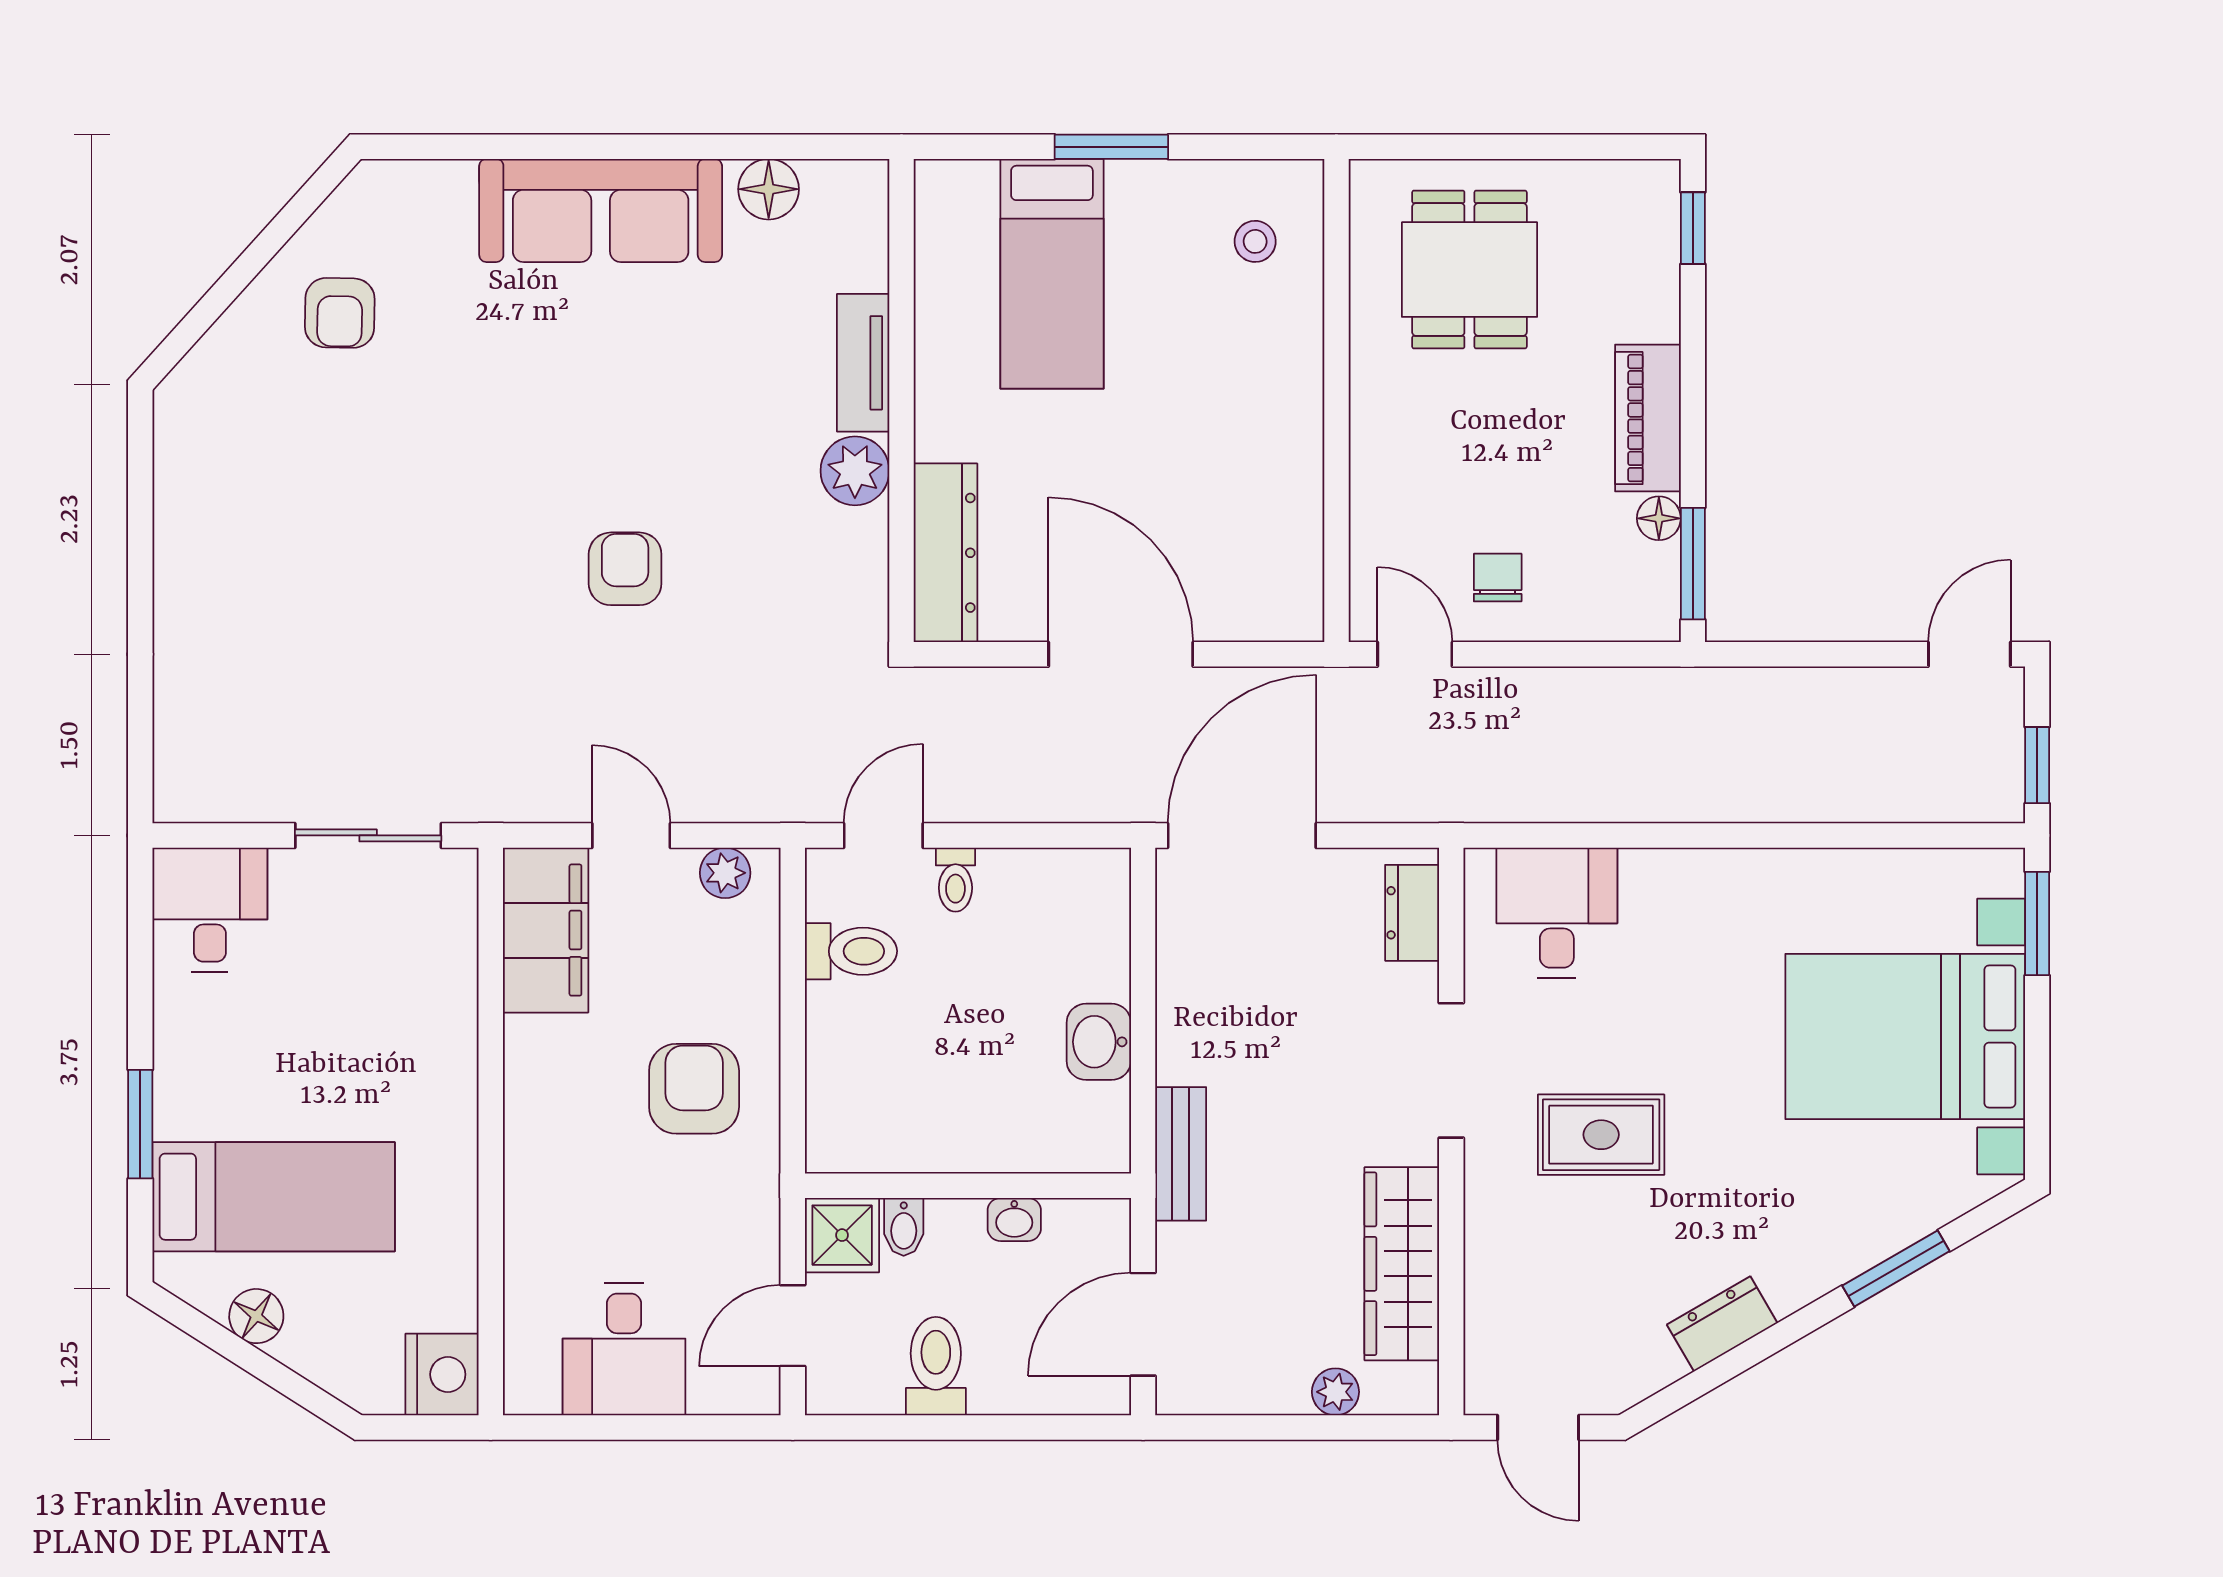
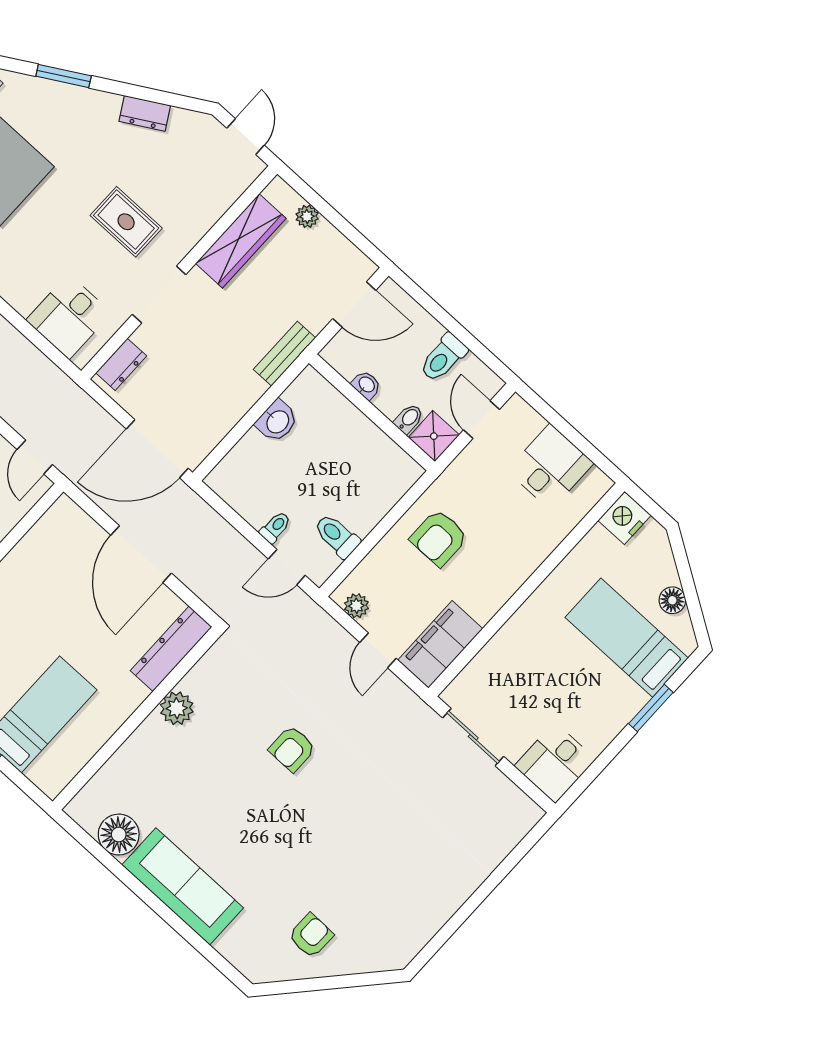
floor lamp: (769, 189) -> (119, 835), width x1.38, depth x1.38
tv unit: (863, 363) -> (138, 745), removed
door: (793, 1326) -> (481, 420), swing flipped

